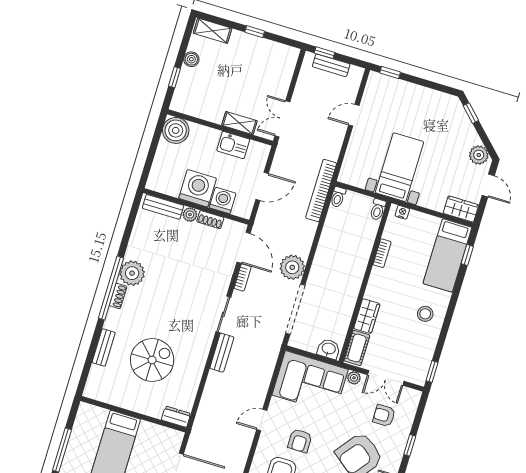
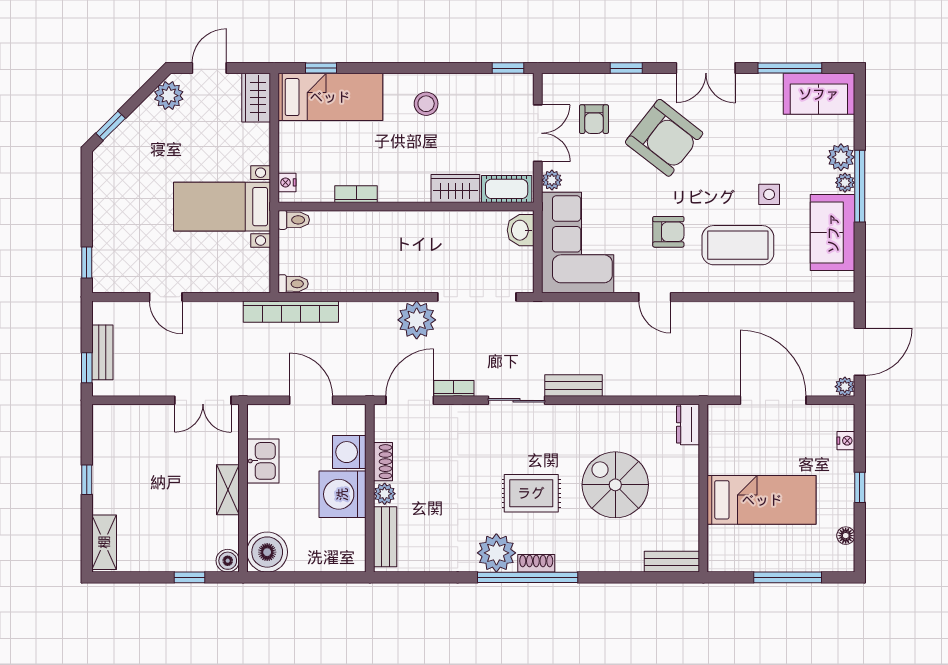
boiler: (191, 59) -> (228, 561), moved
shelving: (239, 123) -> (228, 490), moved
rug: (163, 306) -> (531, 493), added
bench: (104, 347) -> (672, 562), moved

